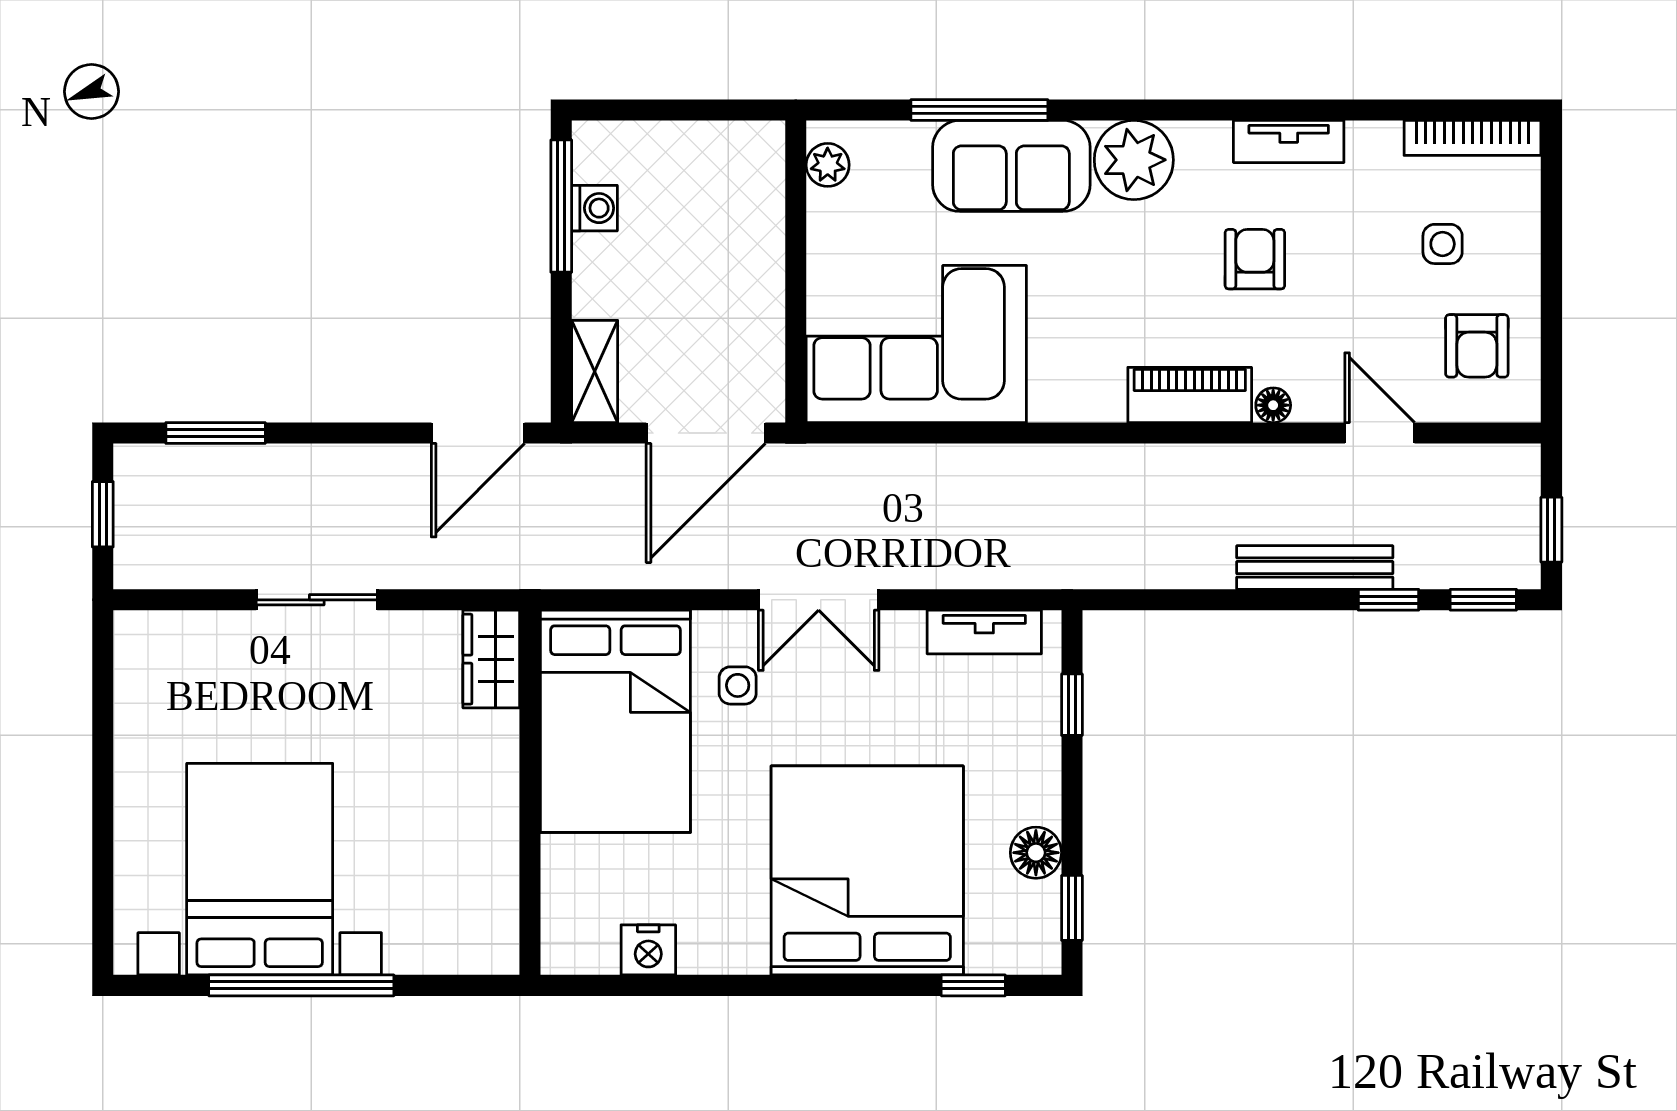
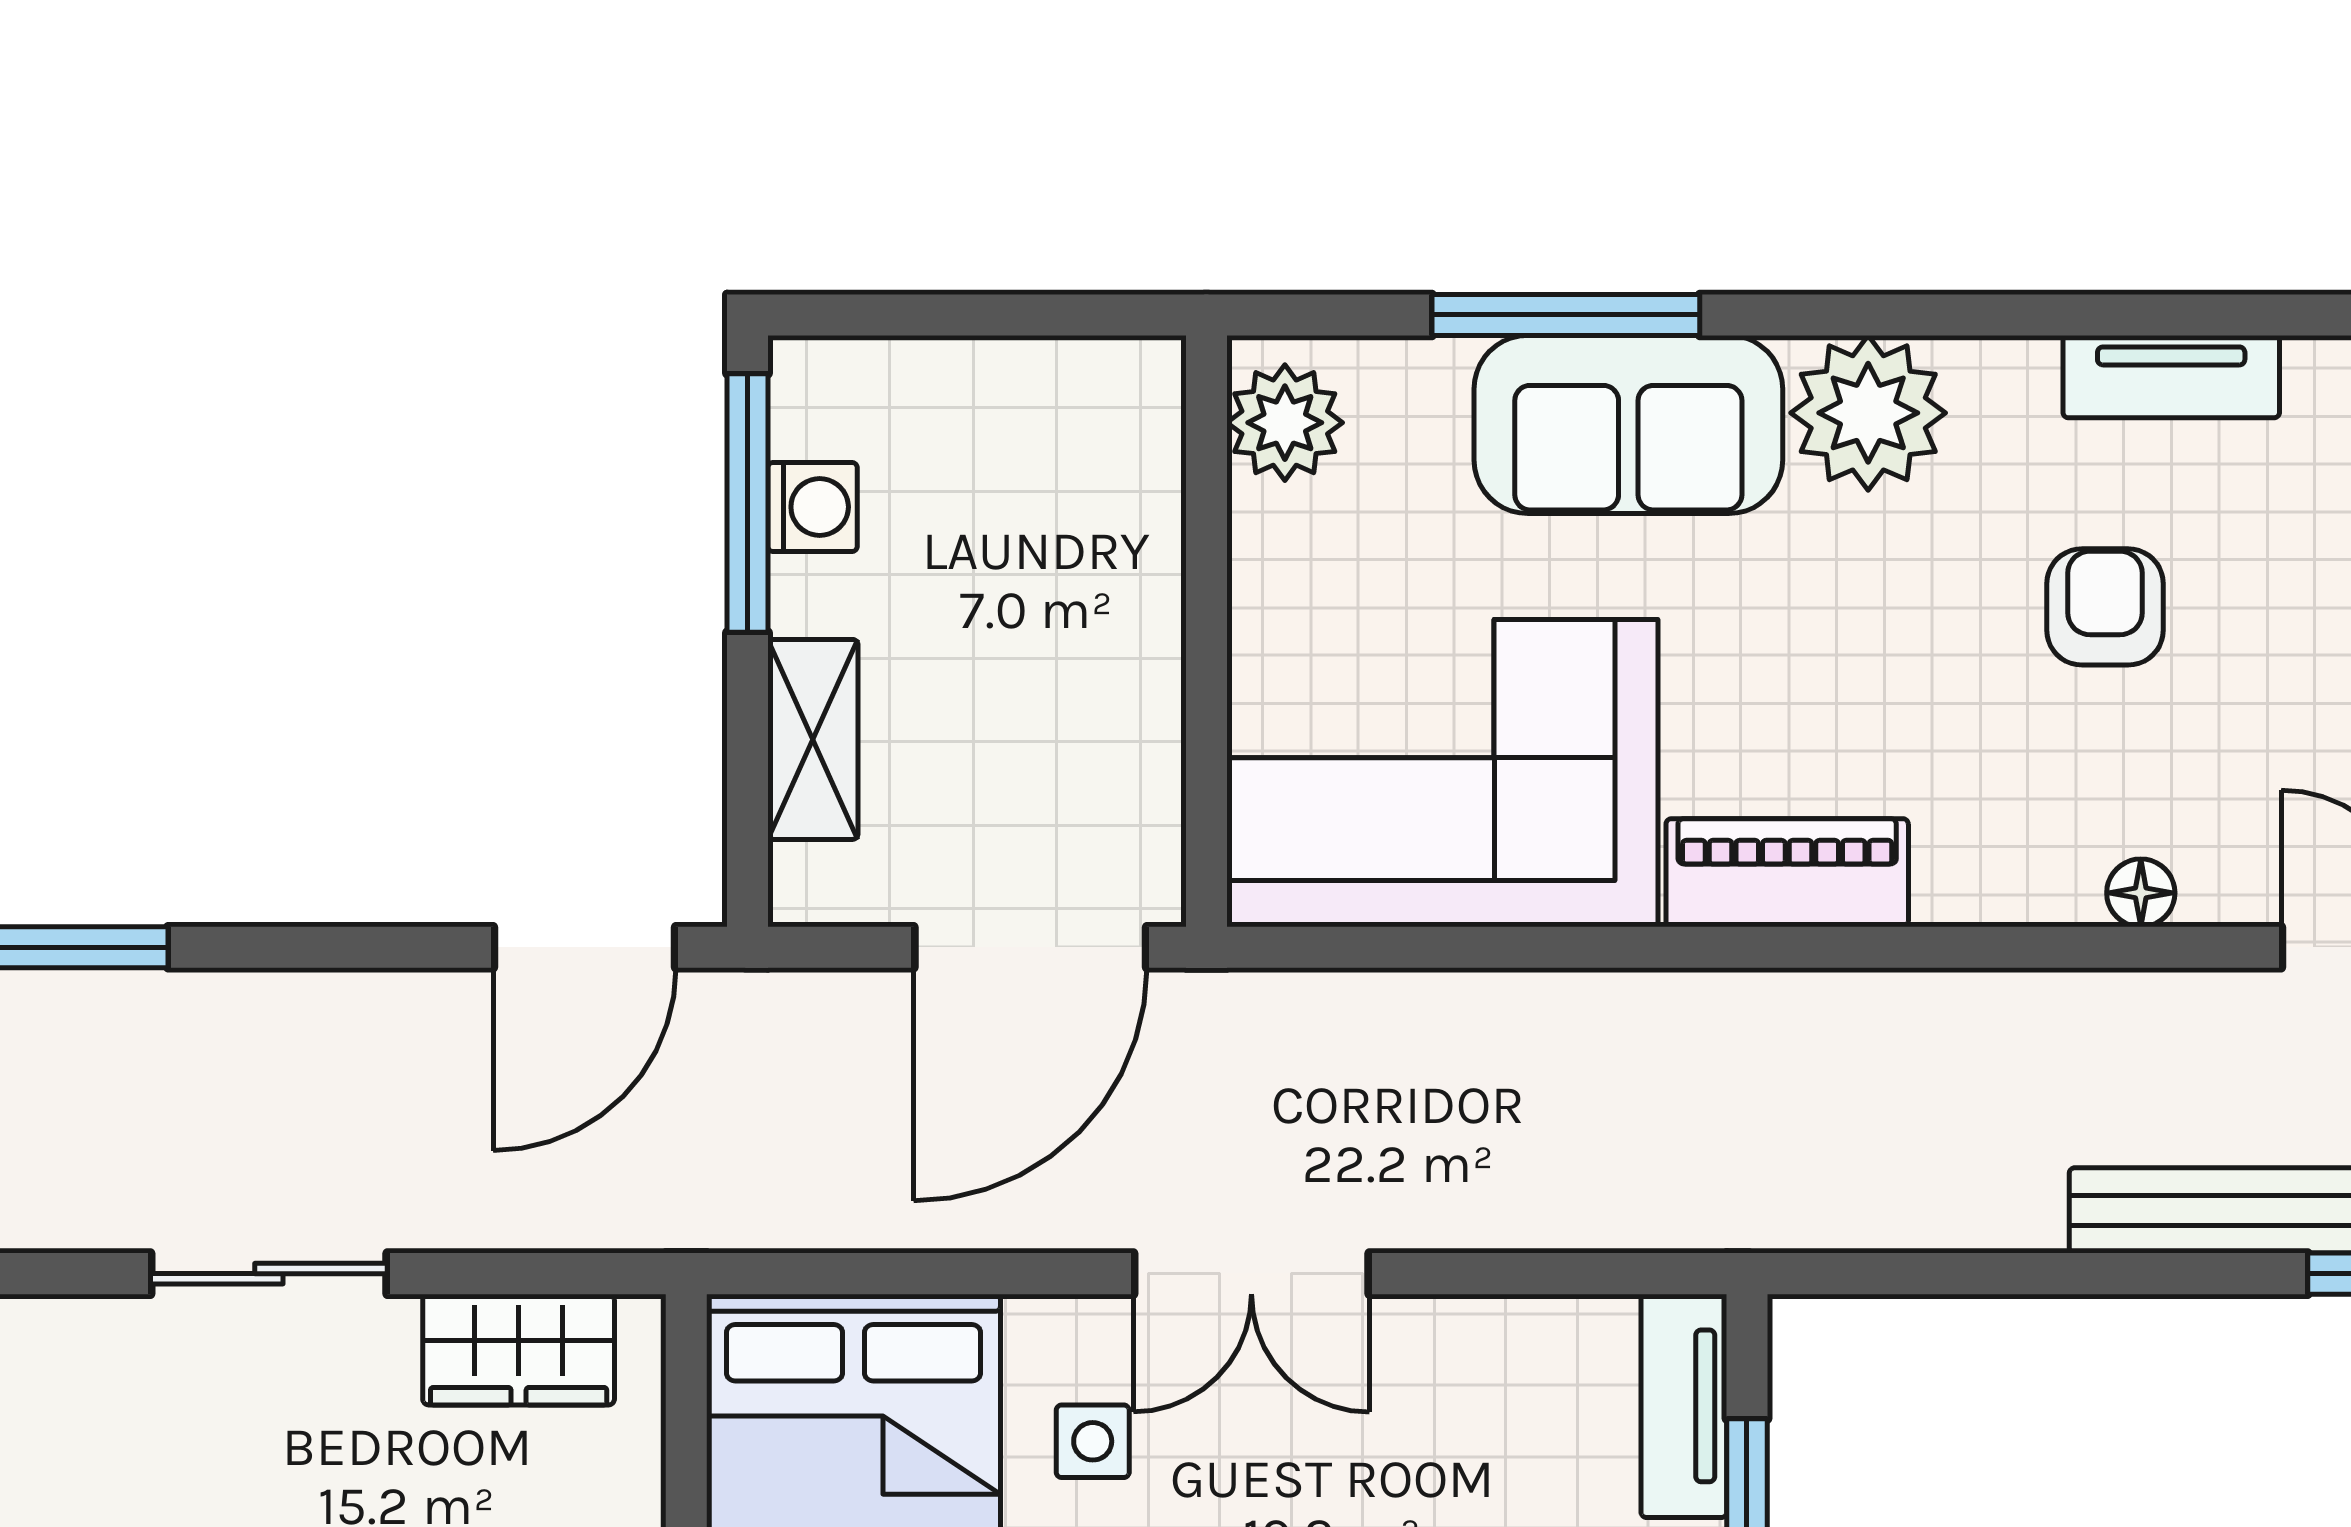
plant: (828, 165) -> (1285, 423), width x1.38, depth x1.38
shelving: (595, 371) -> (813, 739), moved
piano: (1190, 395) -> (1787, 873), moved
tv unit: (984, 632) -> (1684, 1406), moved, turned 90
wardrobe: (491, 659) -> (519, 1350), moved, turned -90

